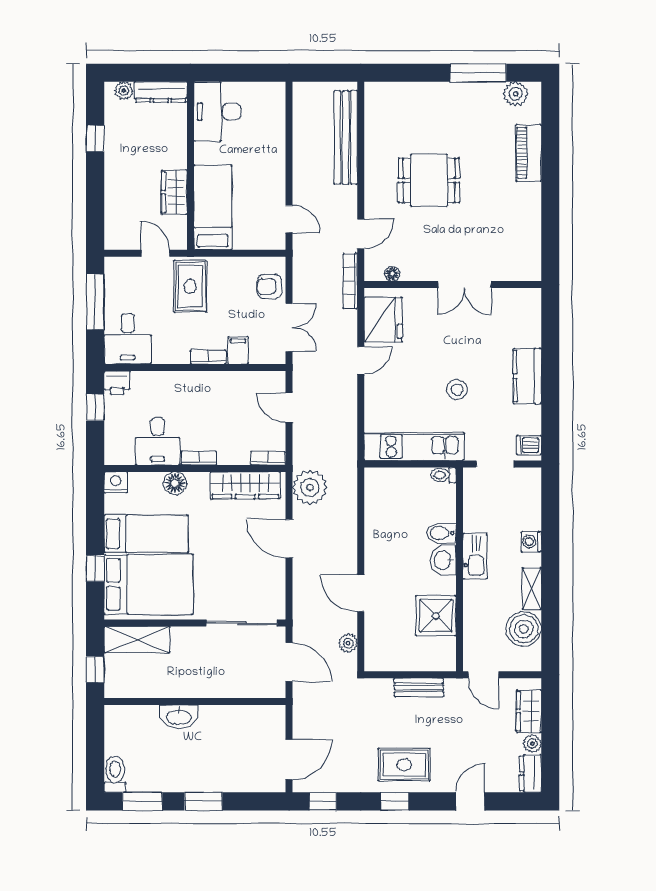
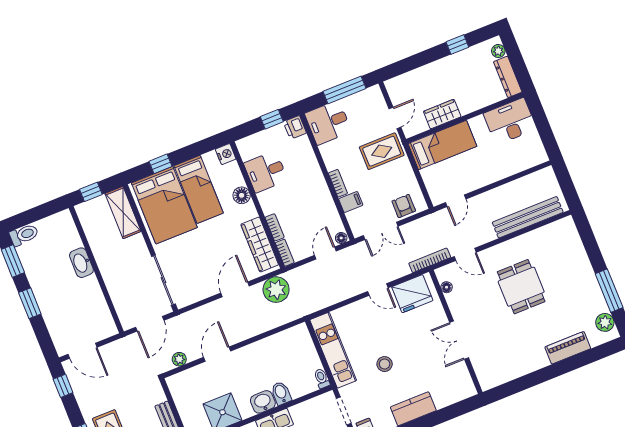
floor lamp: (278, 380) -> (341, 238), added
bookcase: (199, 458) -> (275, 227), moved

